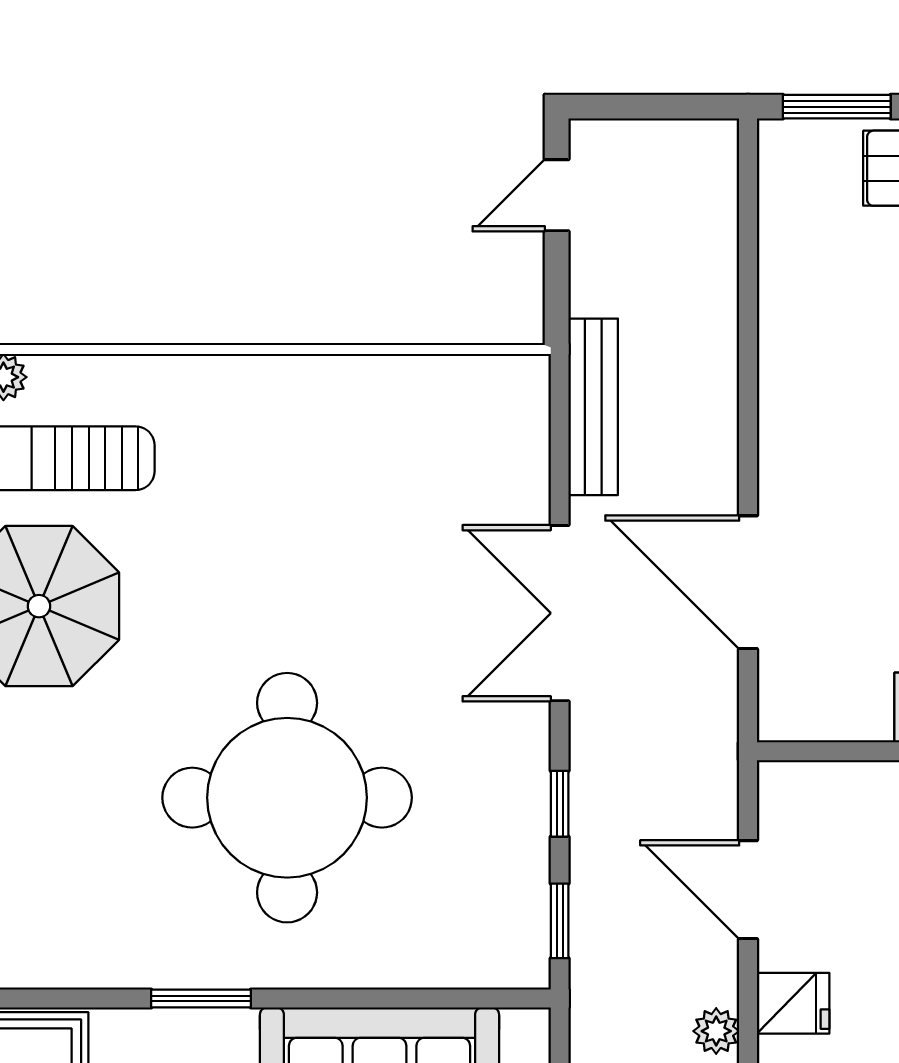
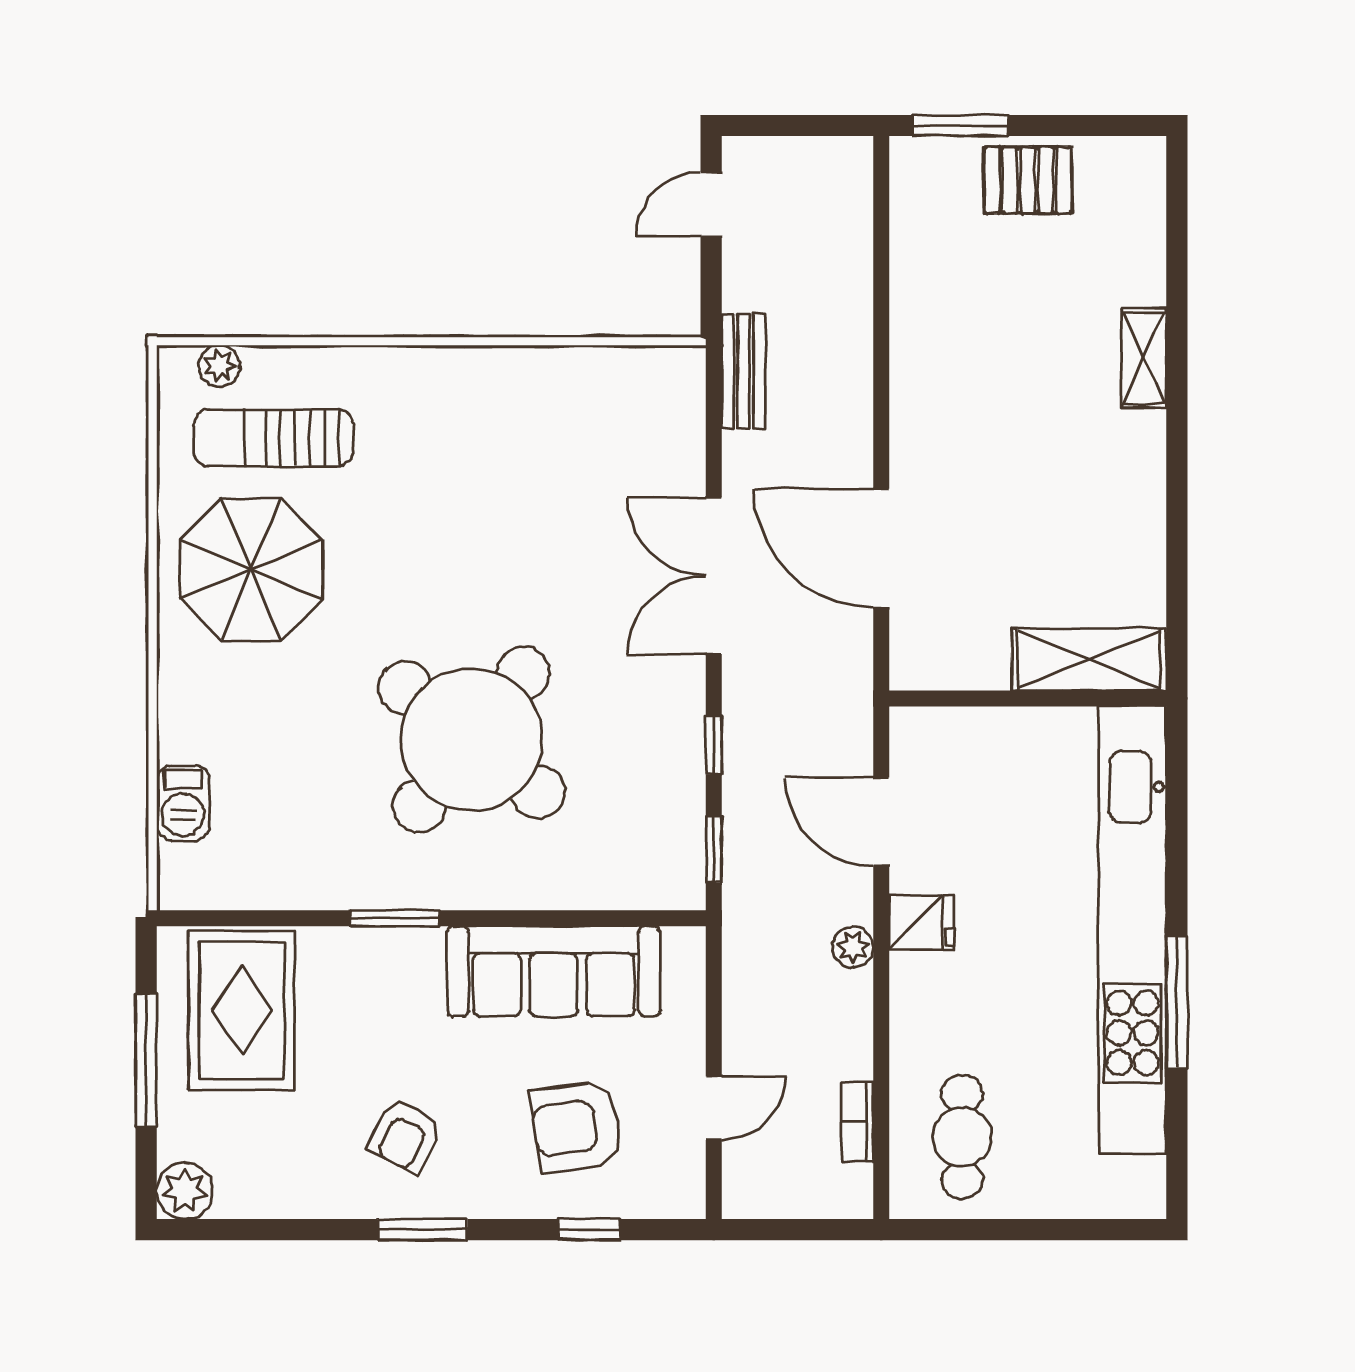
bench: (593, 407) -> (744, 371), width x0.73
round table: (287, 798) -> (472, 740), turned 38

